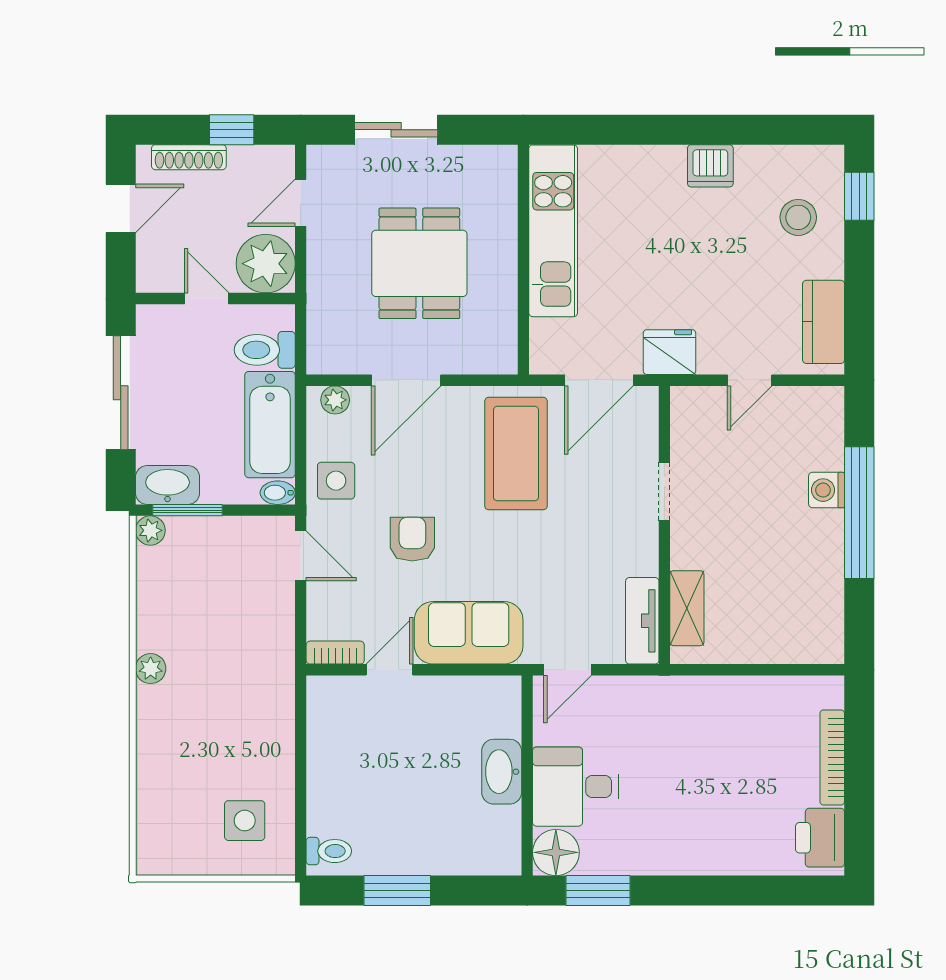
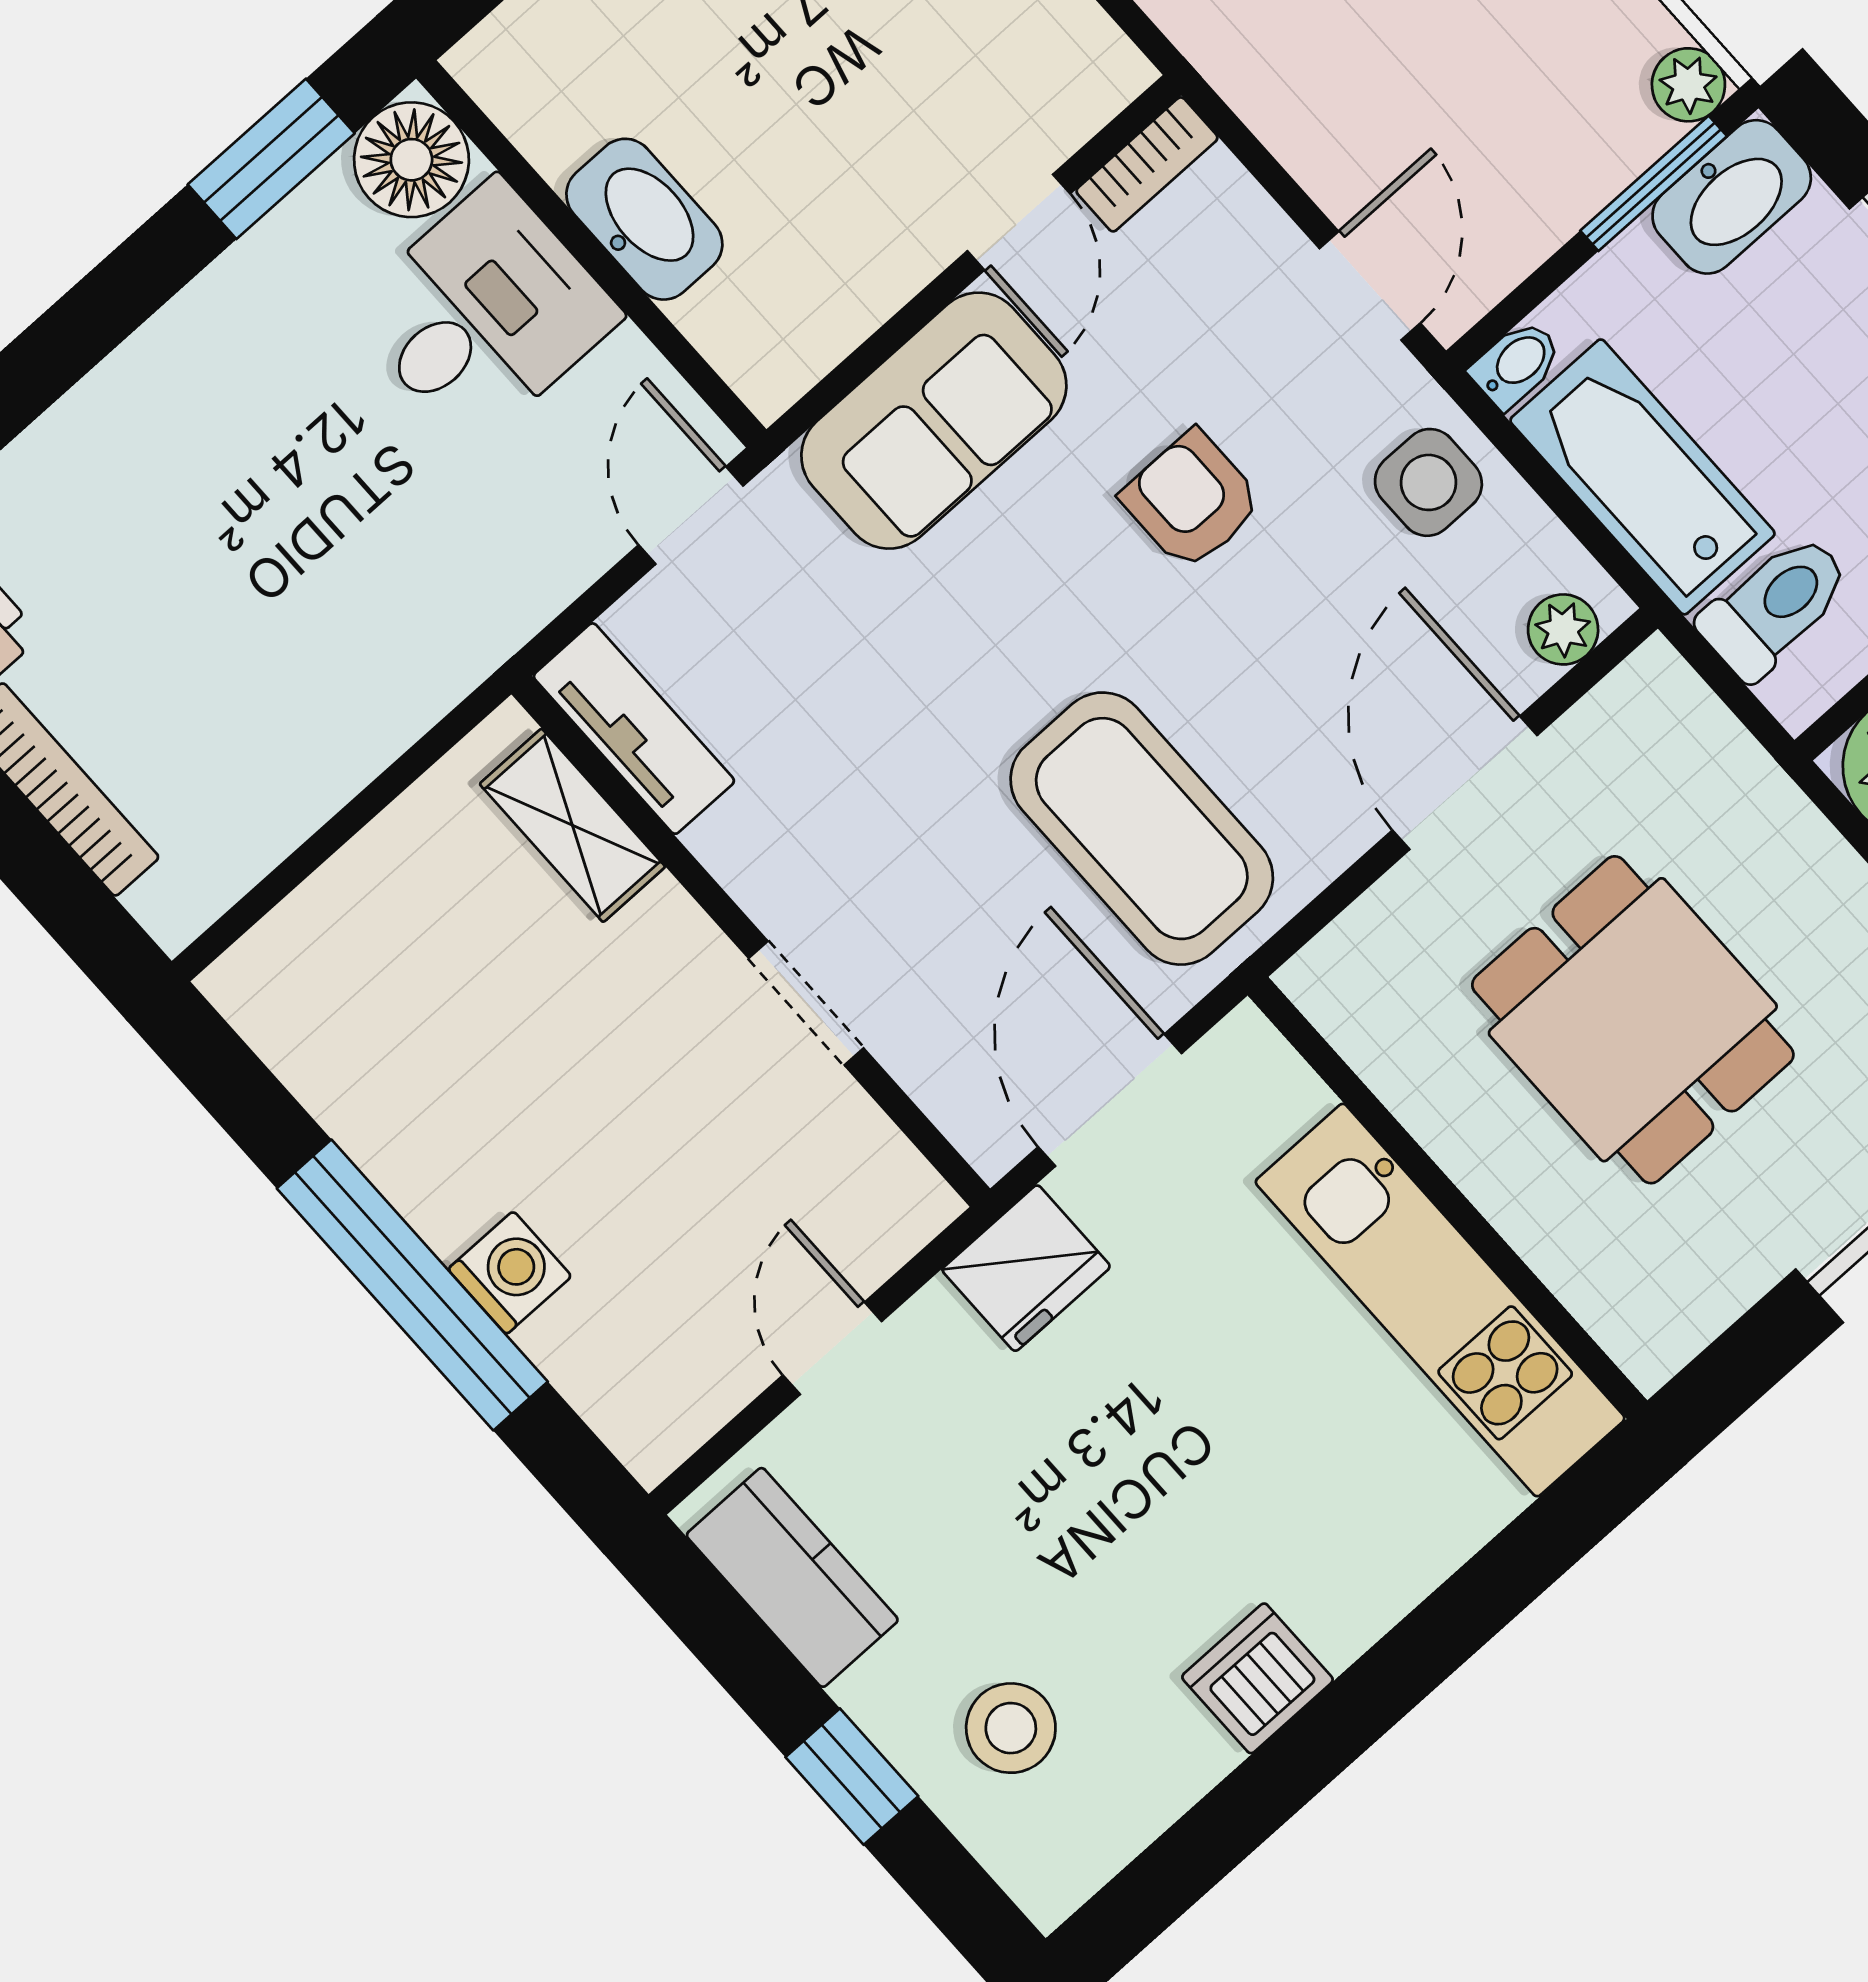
window: (859, 196) -> (852, 1777), moved
armchair: (412, 539) -> (1192, 500), turned 180
door: (301, 556) -> (1370, 286), swing flipped

